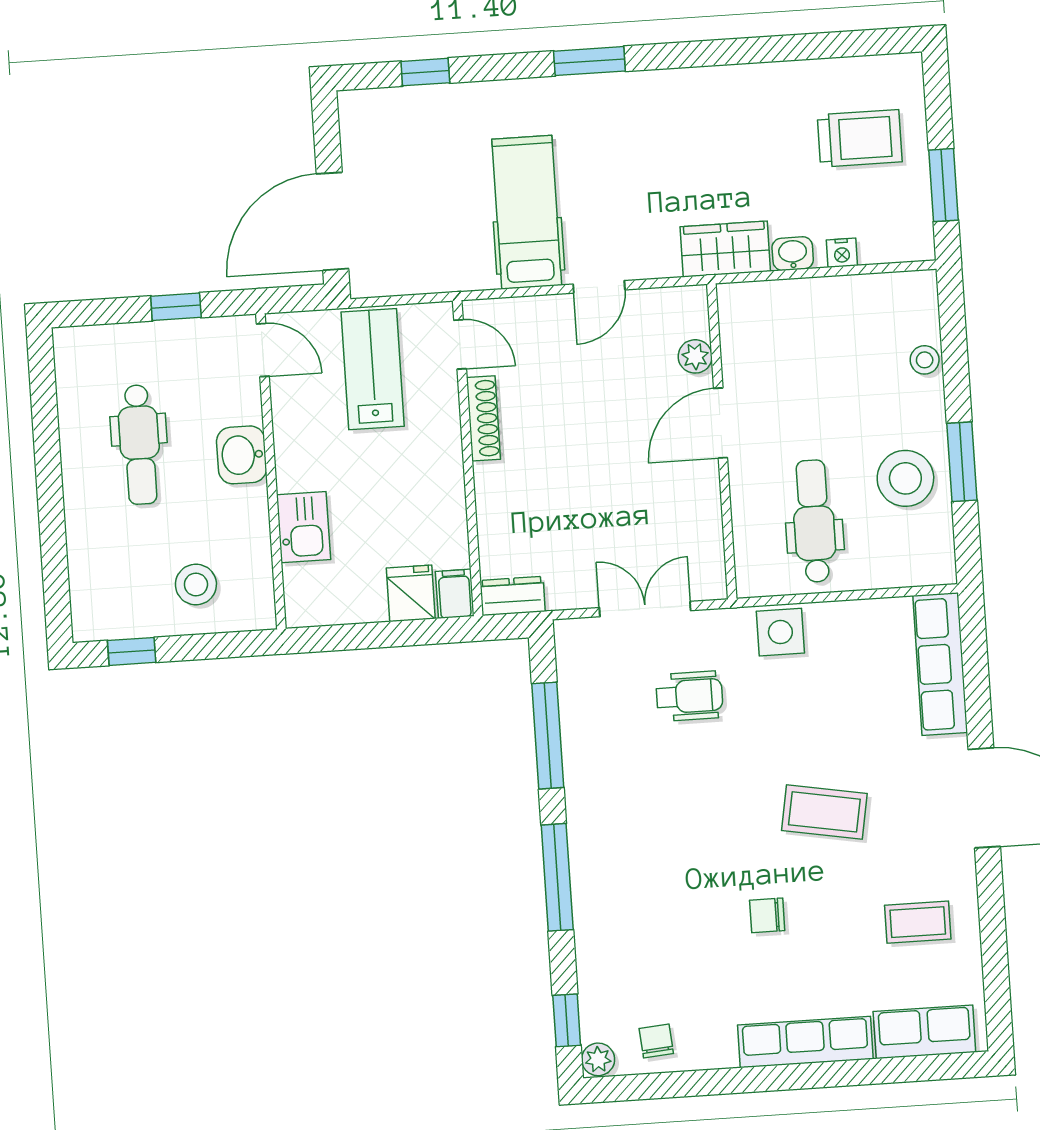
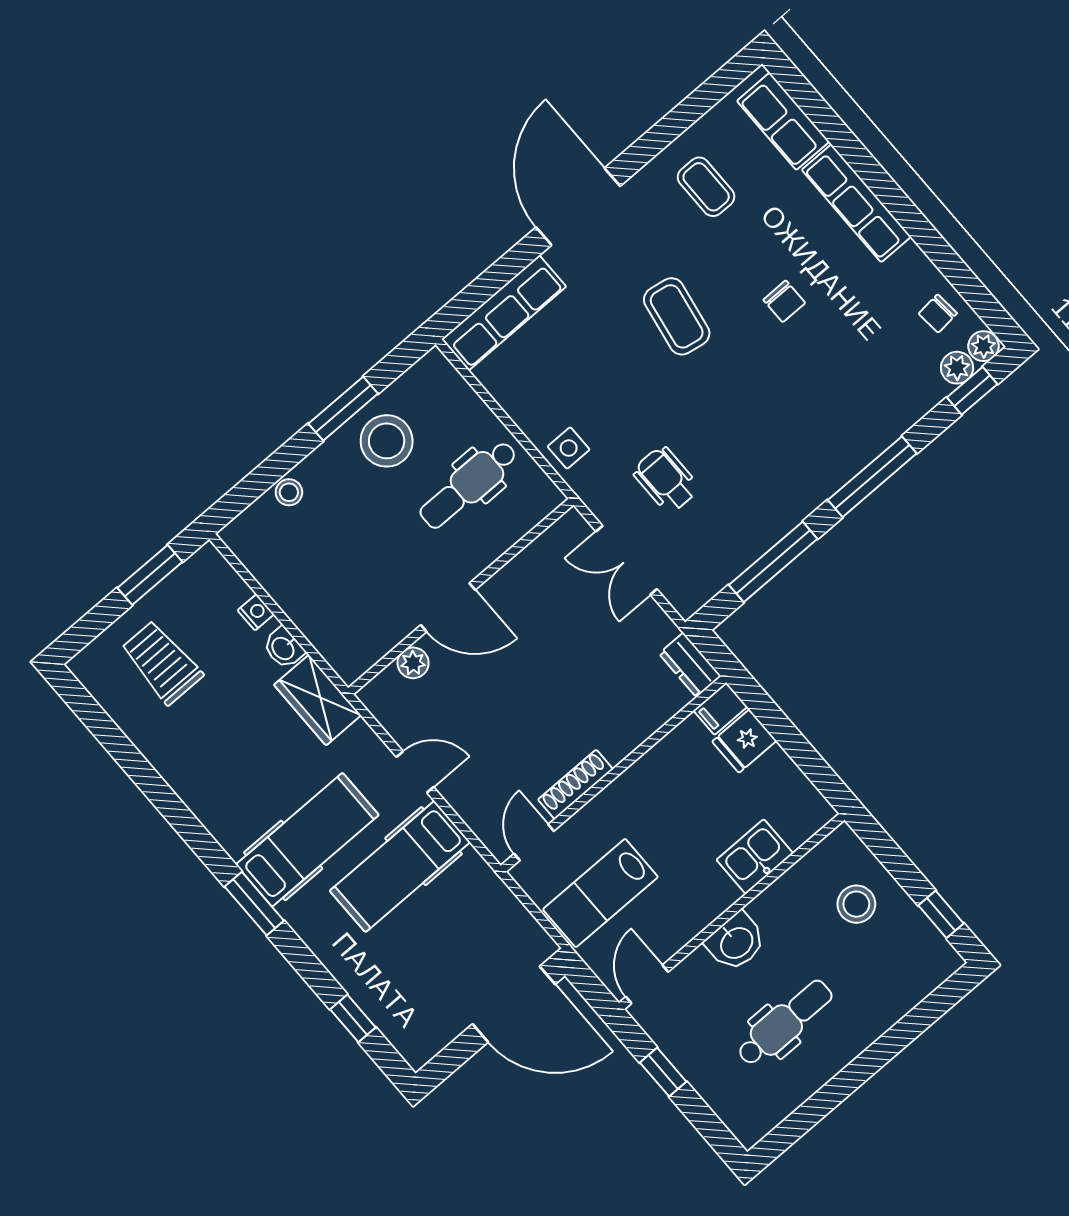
hospital bed: (610, 149) -> (307, 840), added
side table: (780, 632) -> (569, 448), width x0.73, depth x0.73
plant: (597, 1022) -> (957, 368), added

